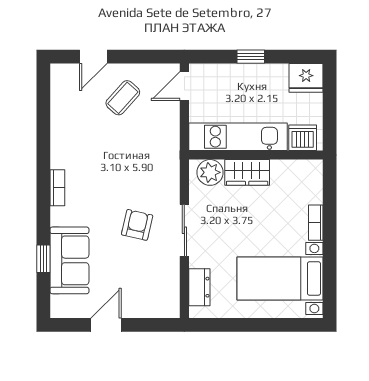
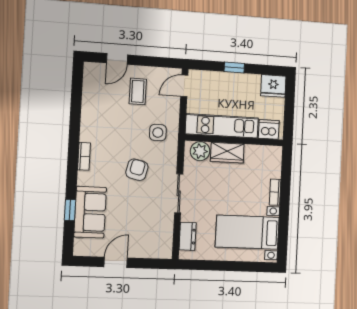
coffee table: (123, 98) -> (138, 91), turned -42
side table: (152, 151) -> (158, 133), added
armchair: (137, 225) -> (137, 170), moved

